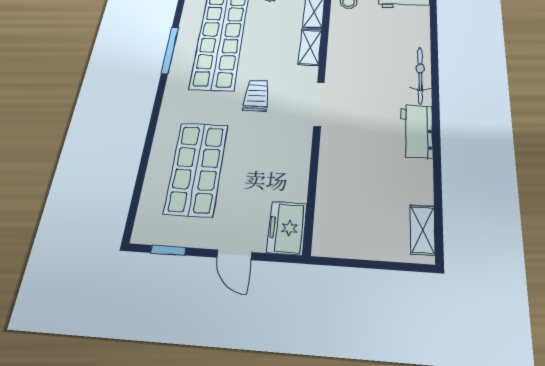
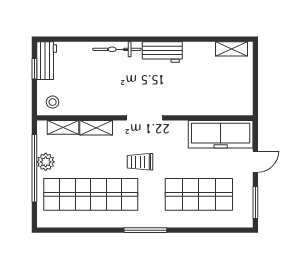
window: (170, 50) -> (145, 230), moved
freezer: (287, 228) -> (221, 134), width x1.91, depth x1.26
window: (168, 250) -> (255, 202), width x1.50

